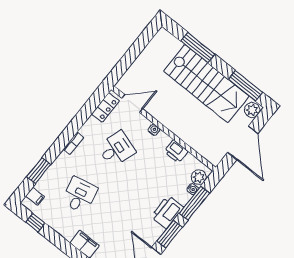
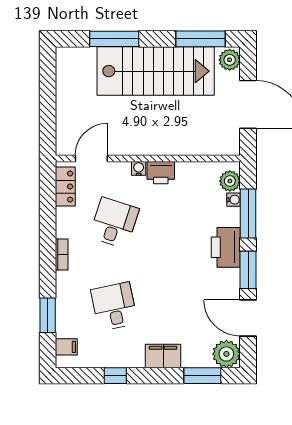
printer: (176, 151) -> (161, 173), moved
window: (36, 223) -> (115, 376), moved

